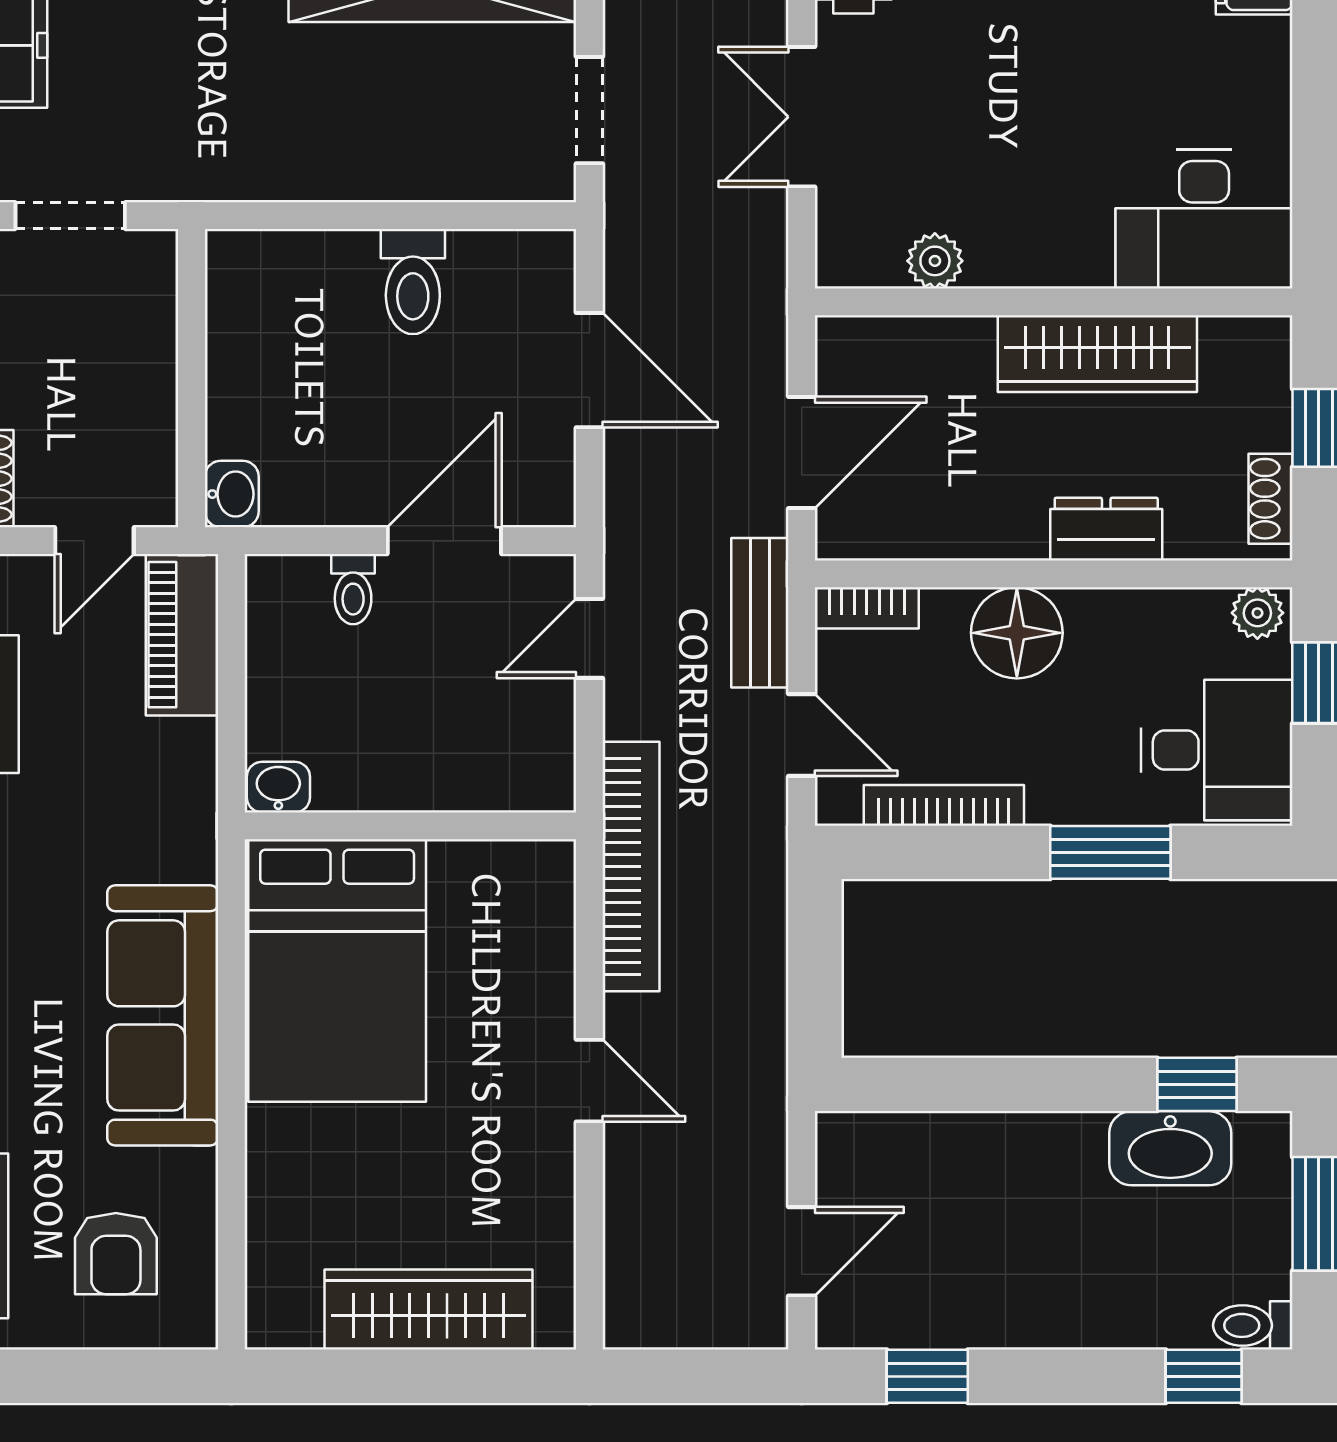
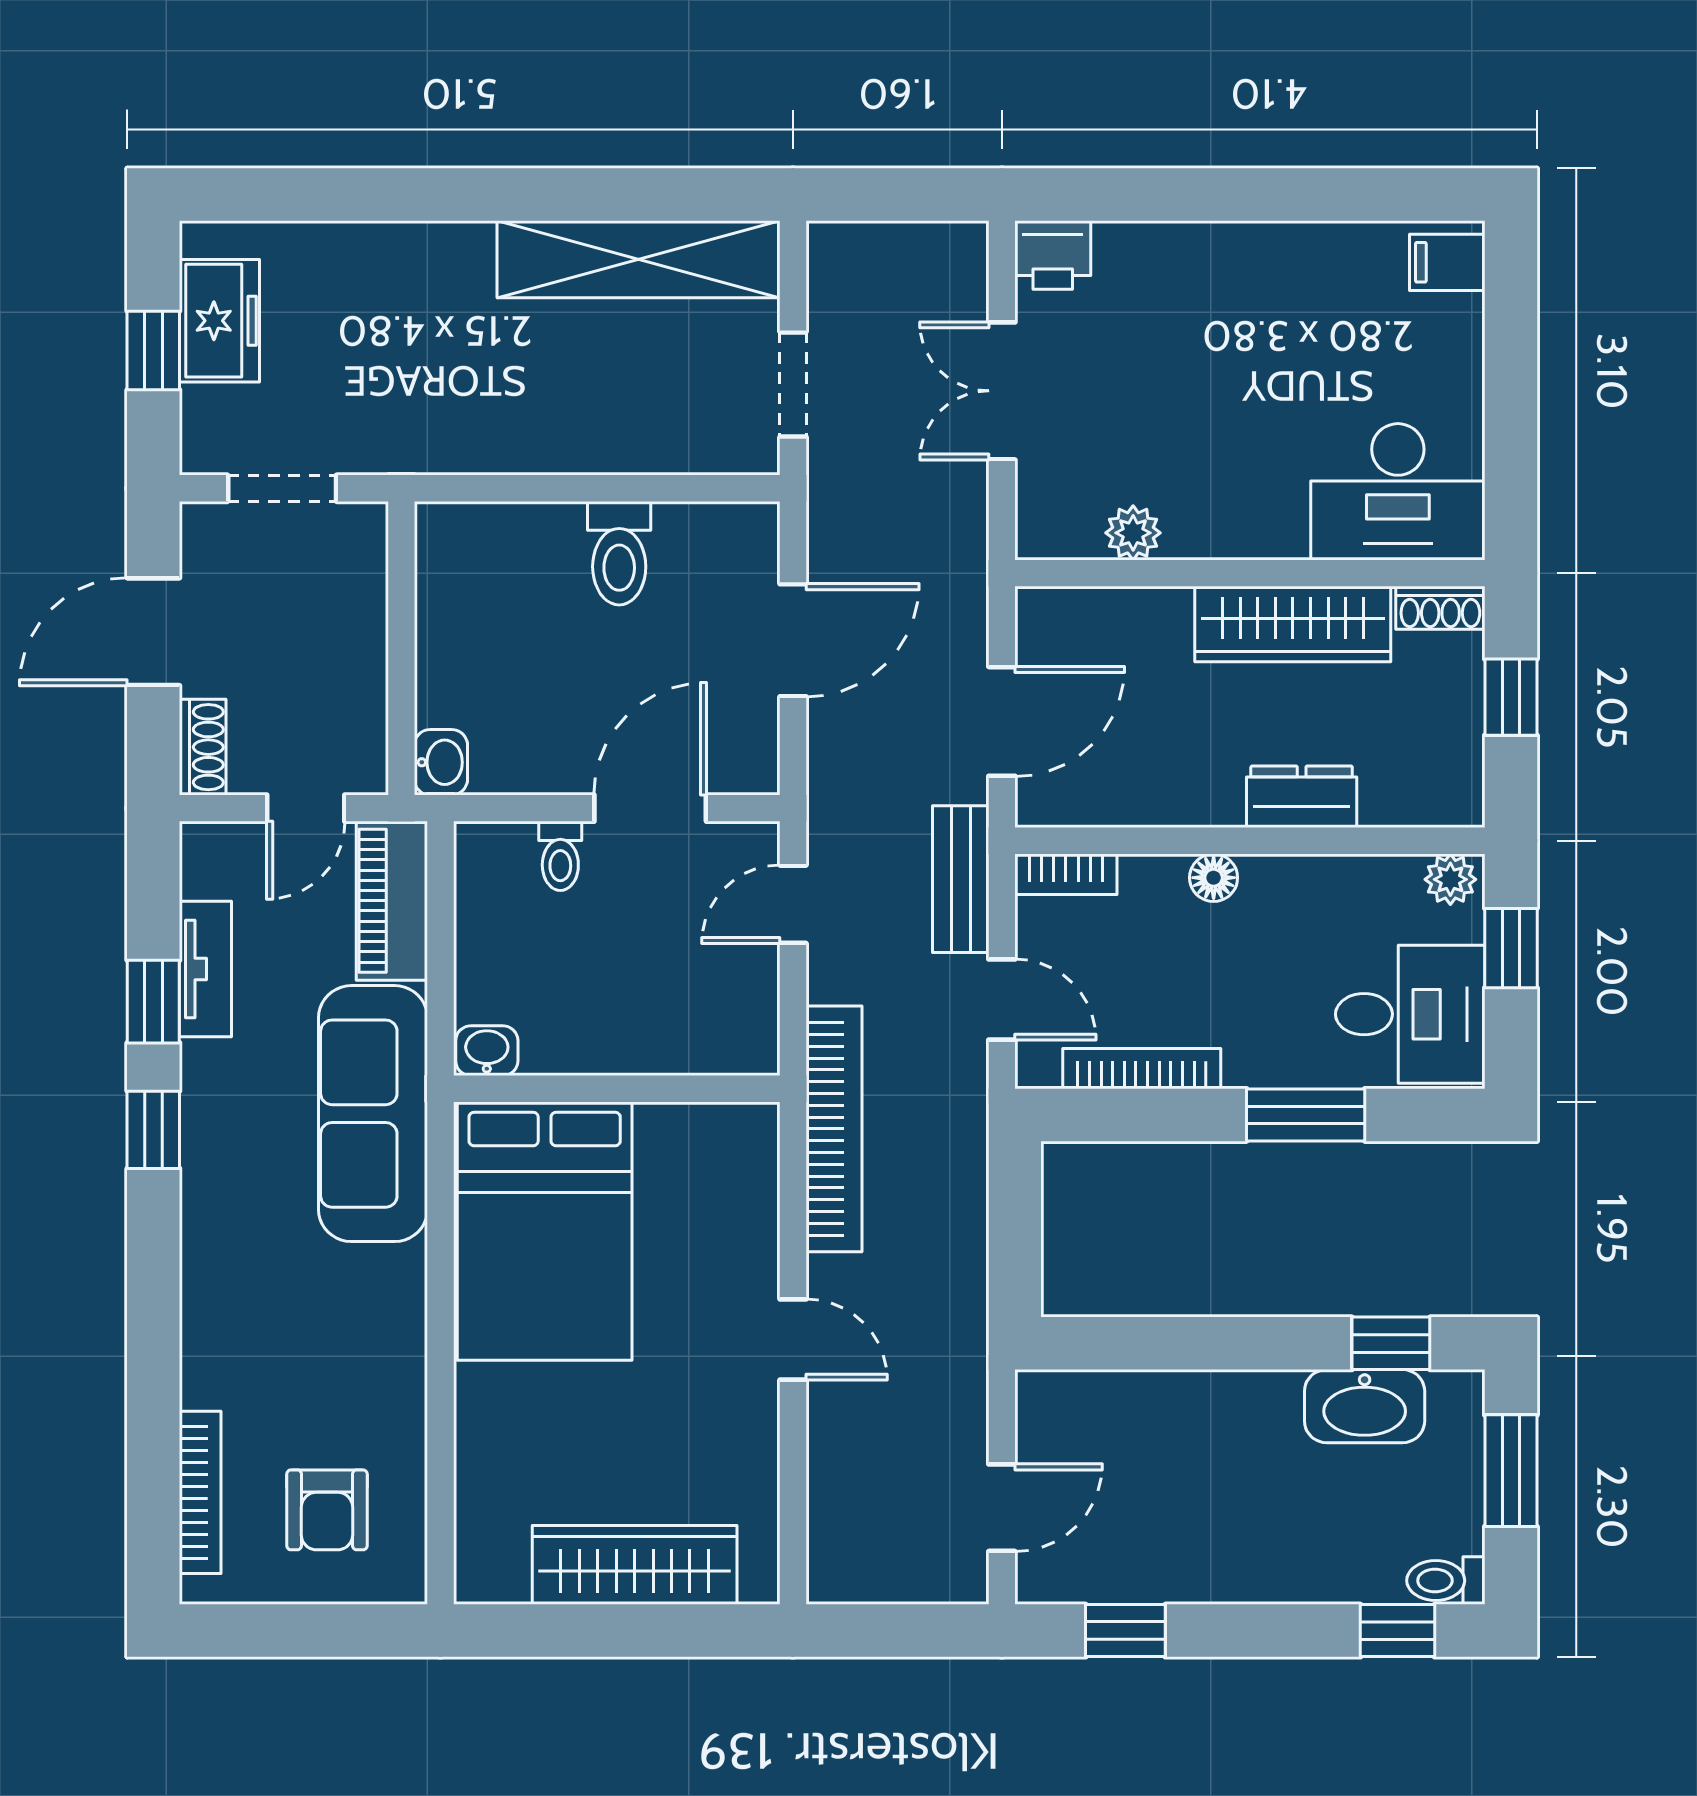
door: (589, 370) -> (793, 640), hinge flipped
shoe rack: (1270, 499) -> (1440, 608), moved, turned -90
floor lamp: (1017, 633) -> (1214, 878), width x0.53, depth x0.53
sofa: (163, 1015) -> (373, 1114), moved

